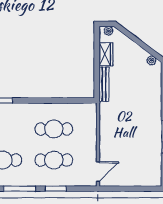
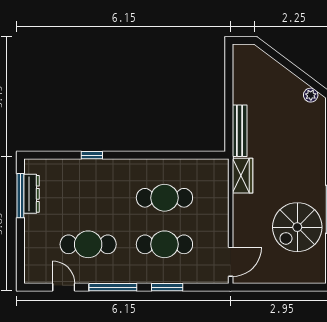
plant: (108, 31) -> (246, 51), removed
wardrobe: (106, 54) -> (242, 176), moved
spiral stairs: (143, 149) -> (297, 227), added

